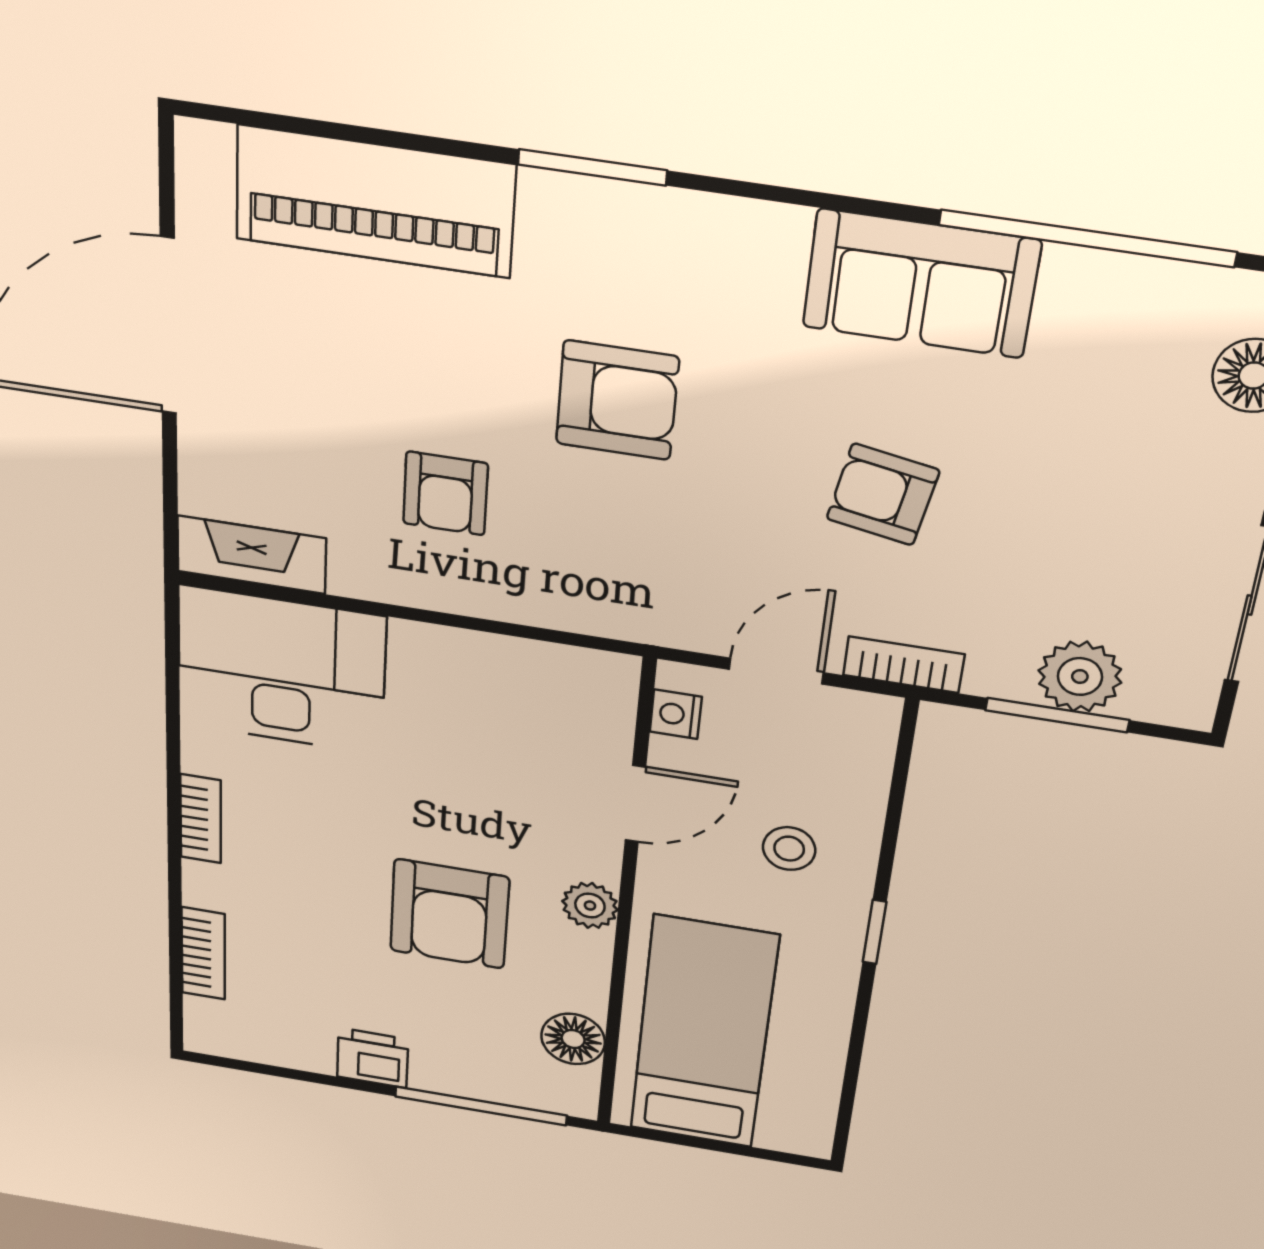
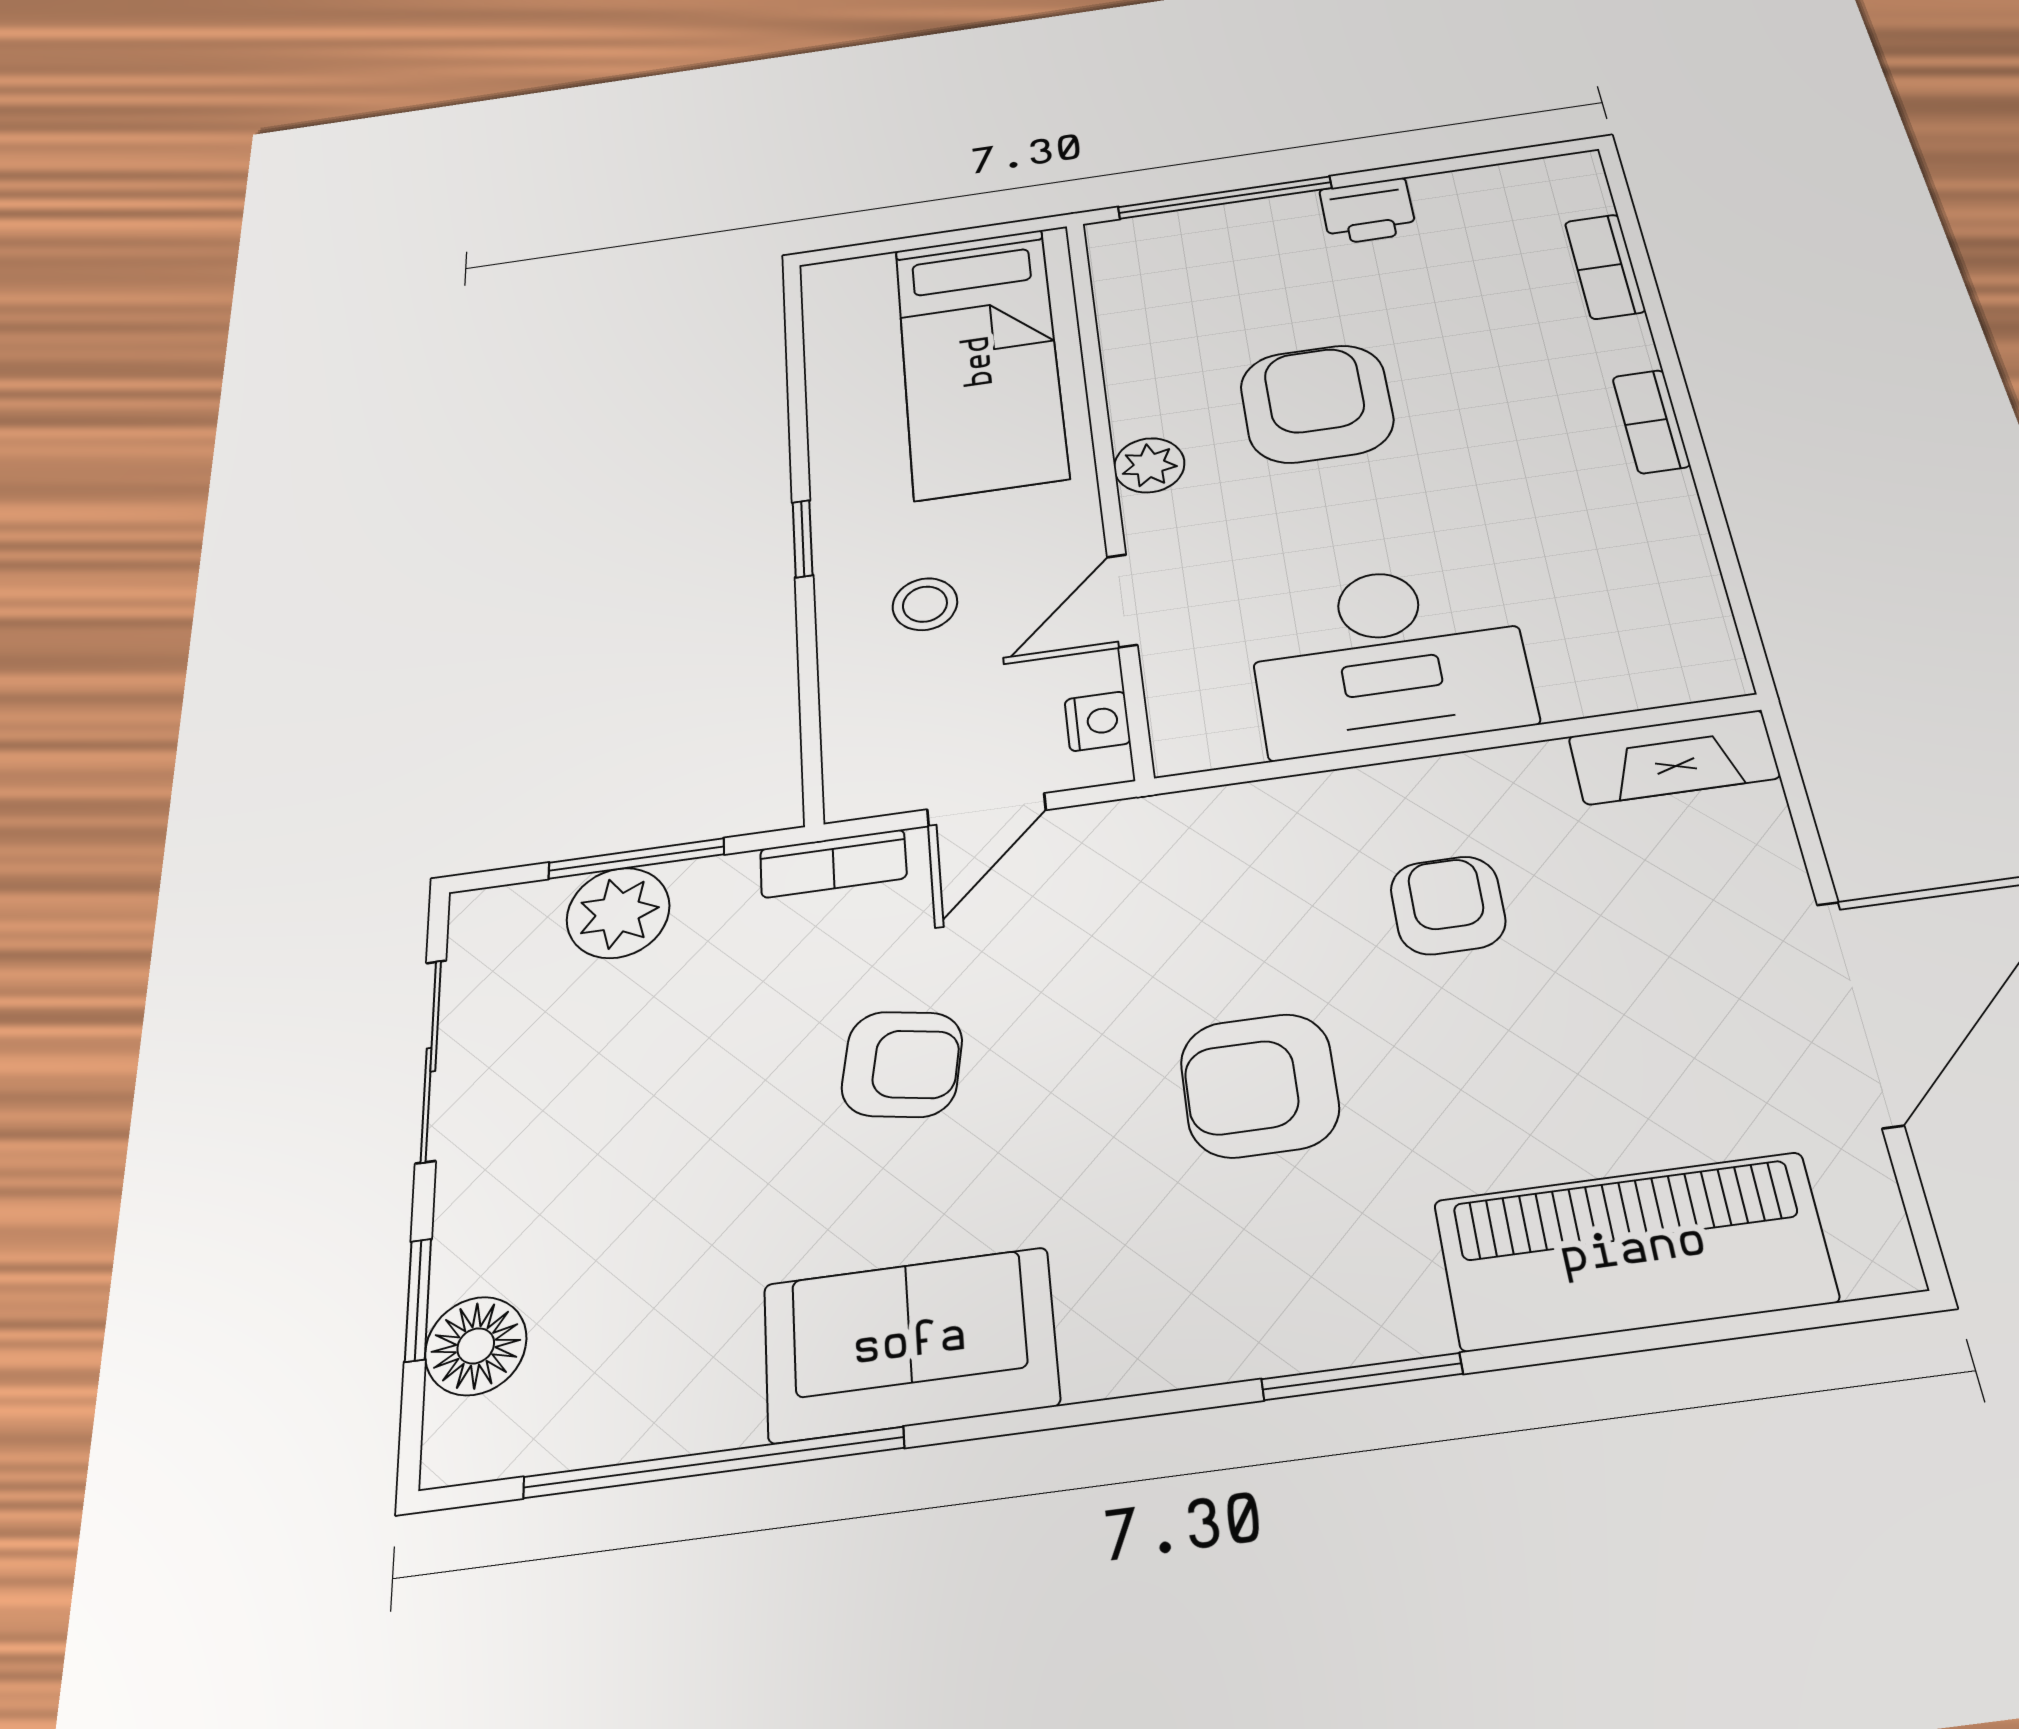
desk: (281, 670) -> (1388, 657), moved
floor lamp: (573, 1039) -> (1133, 307), removed

